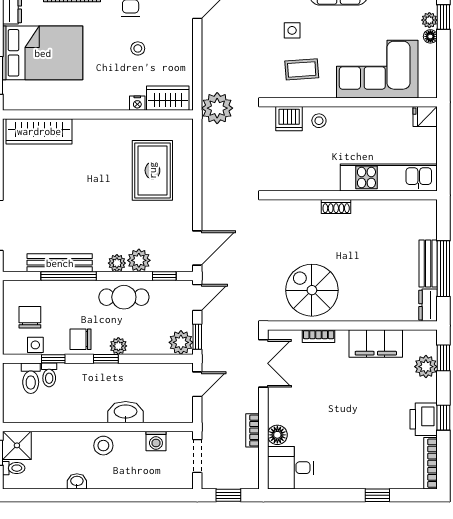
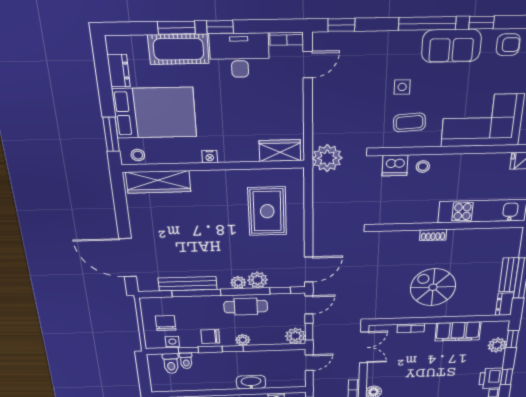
stool: (138, 48) -> (138, 155), moved
nightstand: (137, 103) -> (210, 157), moved
spiral stairs: (312, 290) -> (433, 287), moved

